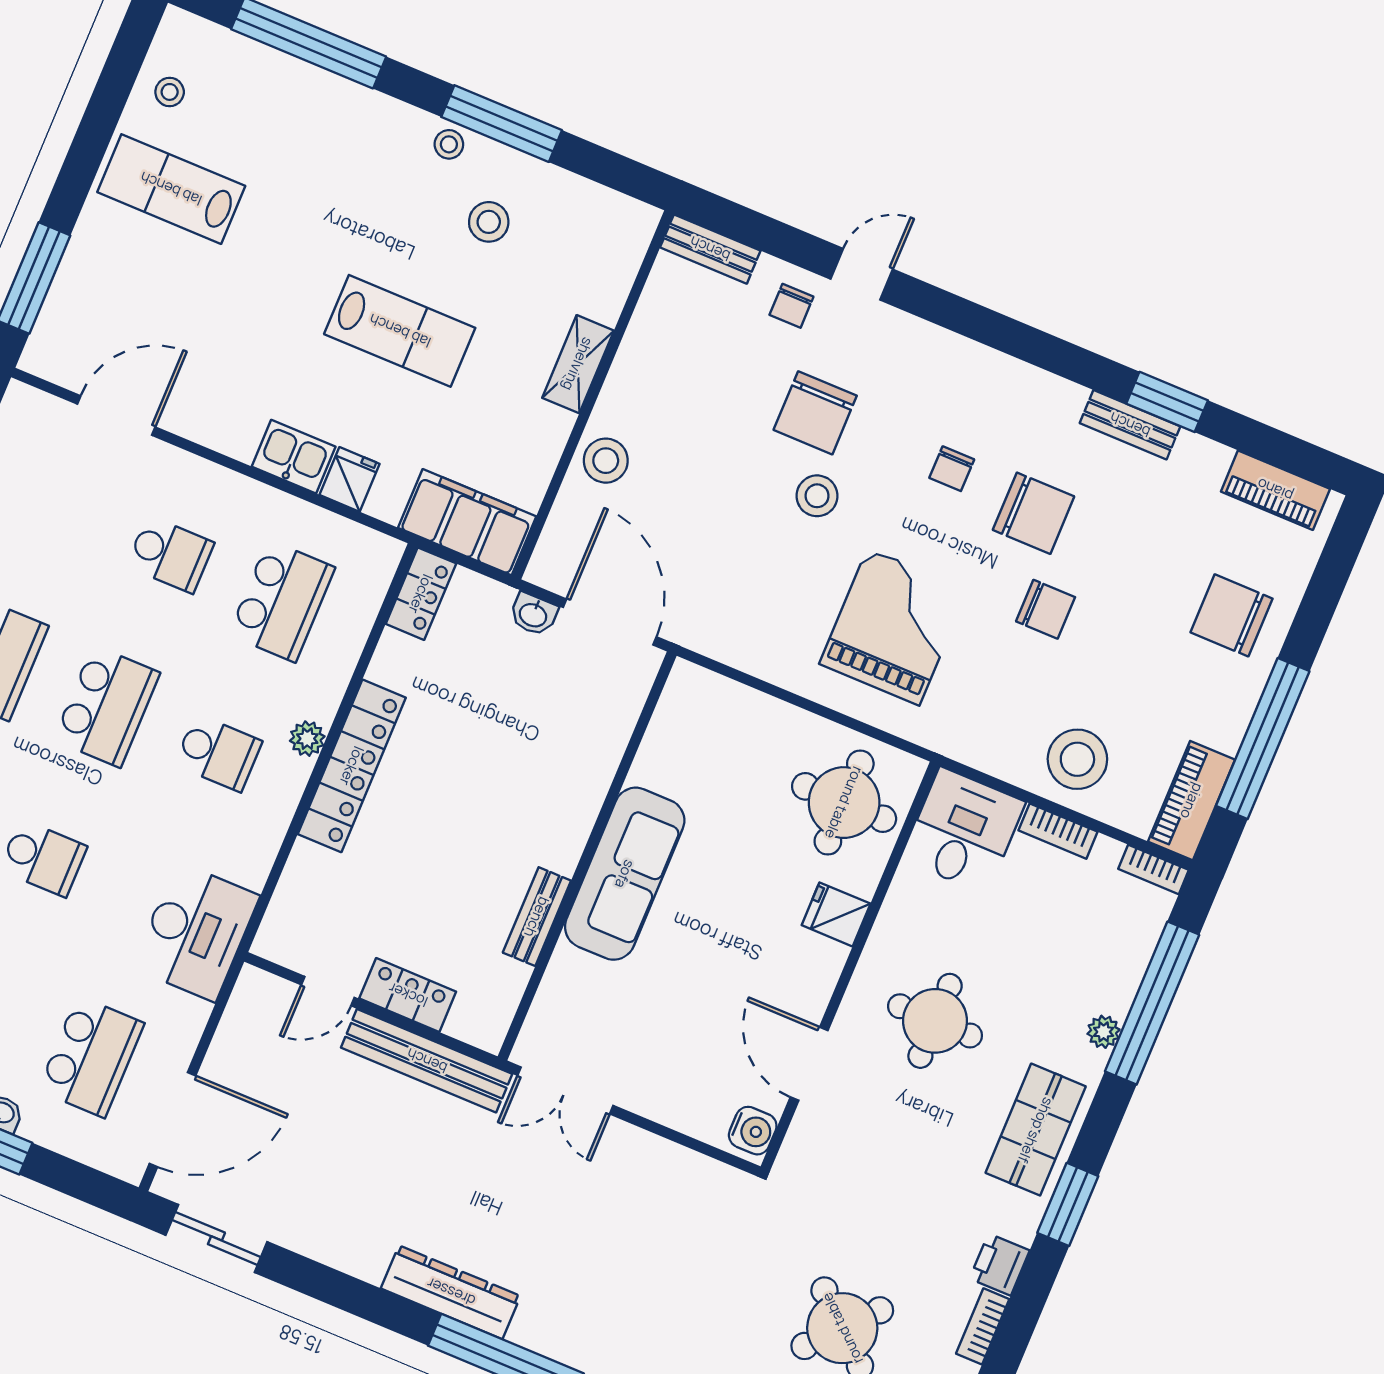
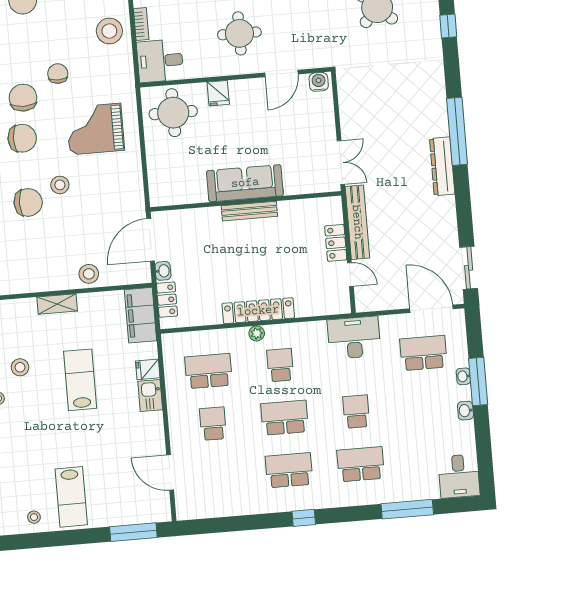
chair: (952, 469) -> (22, 138), width x1.87, depth x1.87
locker: (421, 594) -> (167, 300), moved, turned 90
bench: (537, 917) -> (249, 211), moved, width x1.36

